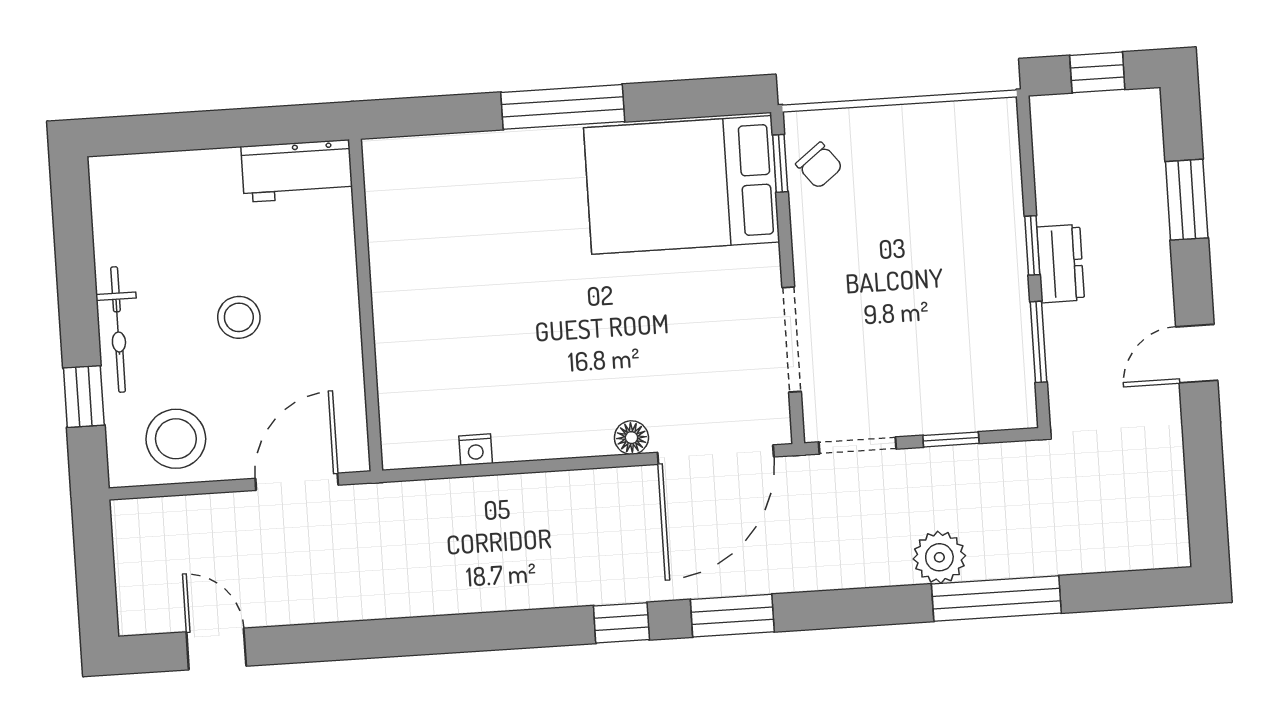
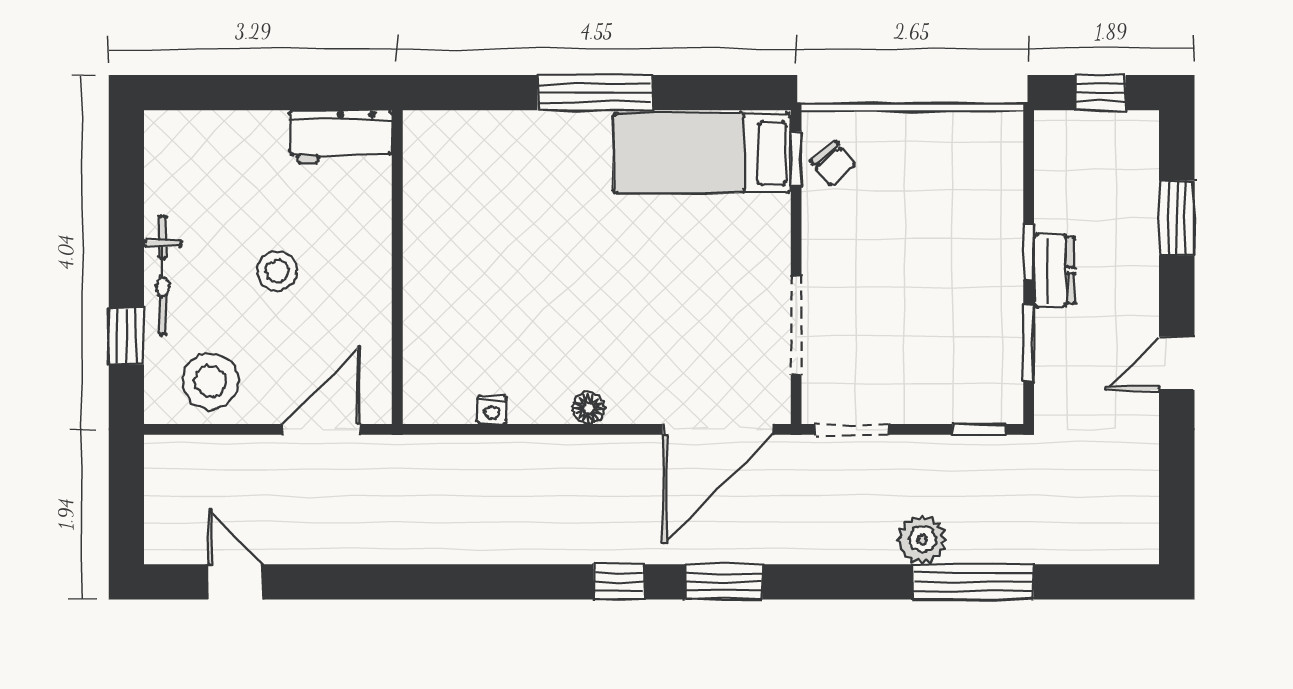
bed: (682, 185) -> (702, 153), width x0.67
floor lamp: (631, 438) -> (589, 408), moved
window: (951, 439) -> (979, 429), moved

